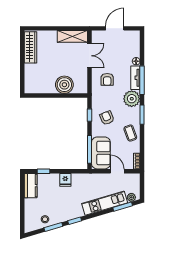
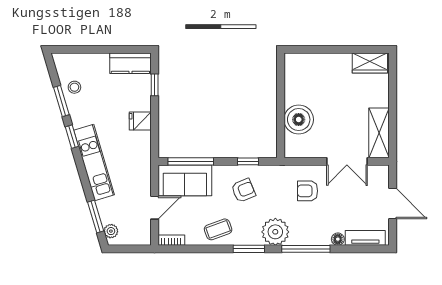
wardrobe: (31, 47) -> (370, 63), width x0.67
tv unit: (135, 78) -> (365, 238), moved
kitchen unit: (105, 203) -> (94, 162), moved

